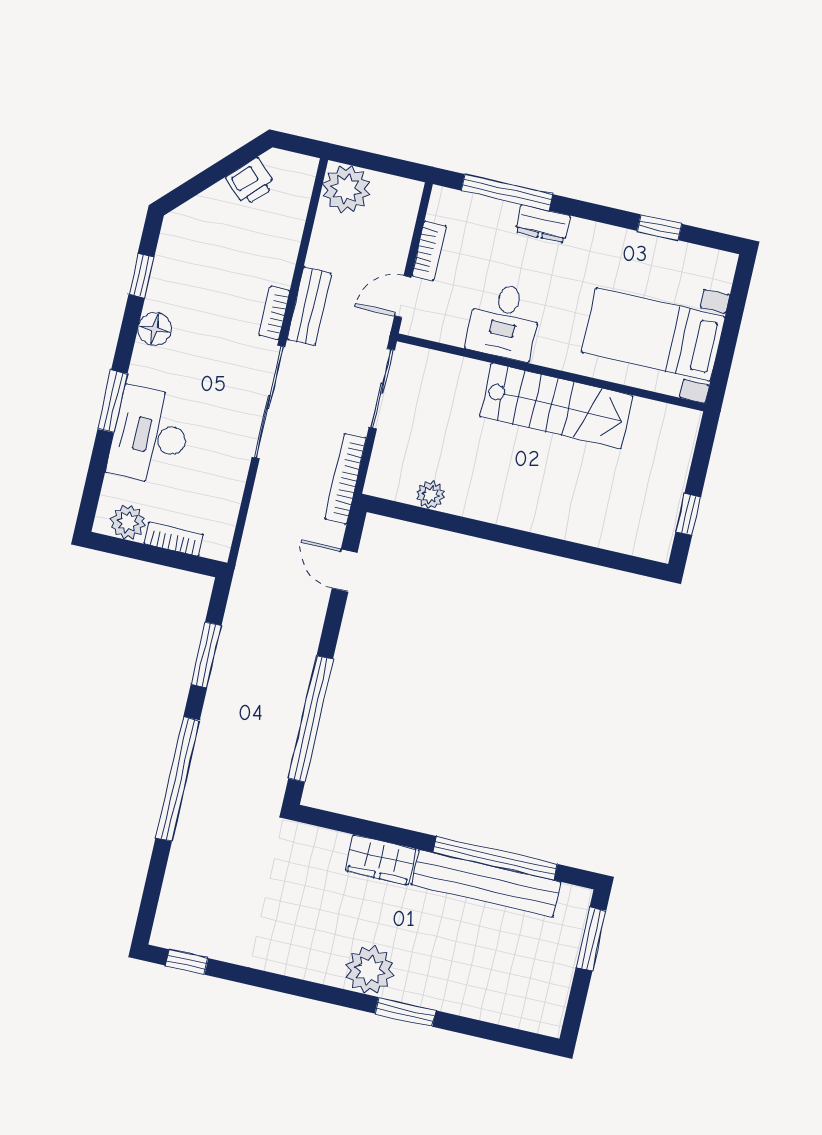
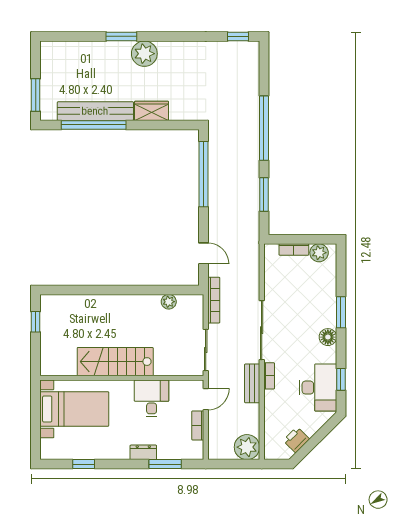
window: (507, 192) -> (165, 464), width x0.69
floor lamp: (155, 329) -> (328, 337), moved
desk: (150, 436) -> (318, 388), moved

